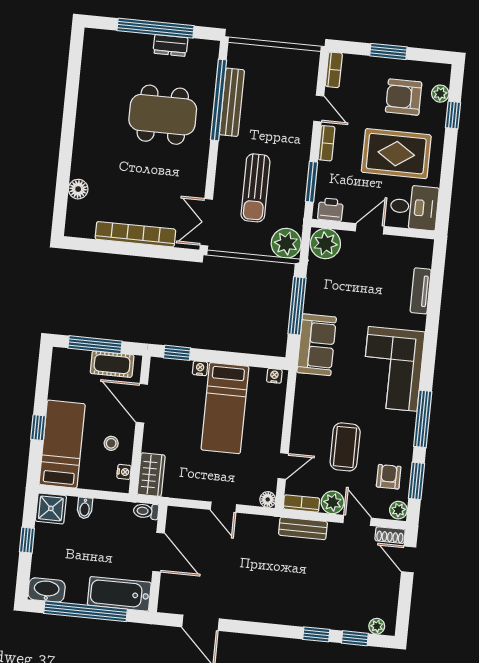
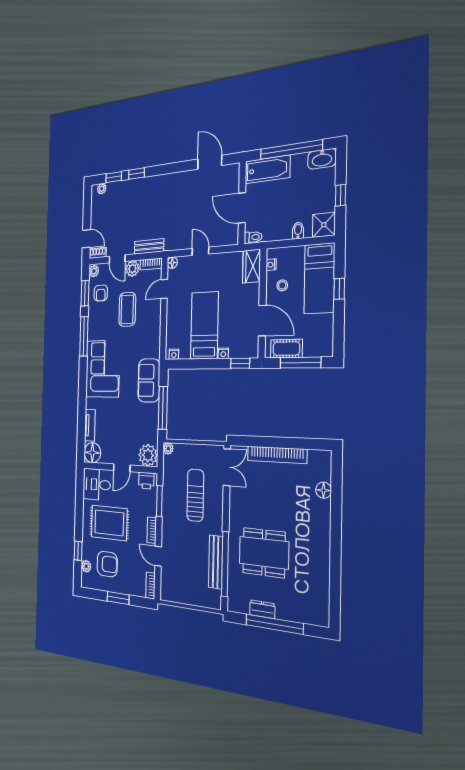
plant: (286, 243) -> (168, 448), width x0.53, depth x0.53
floor lamp: (419, 252) -> (92, 453), added

